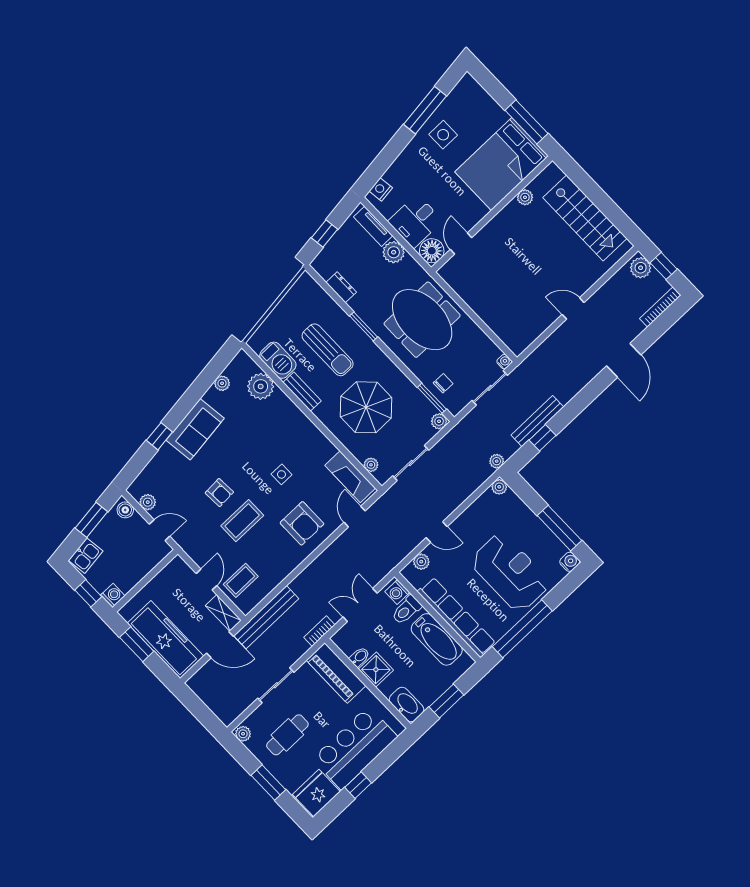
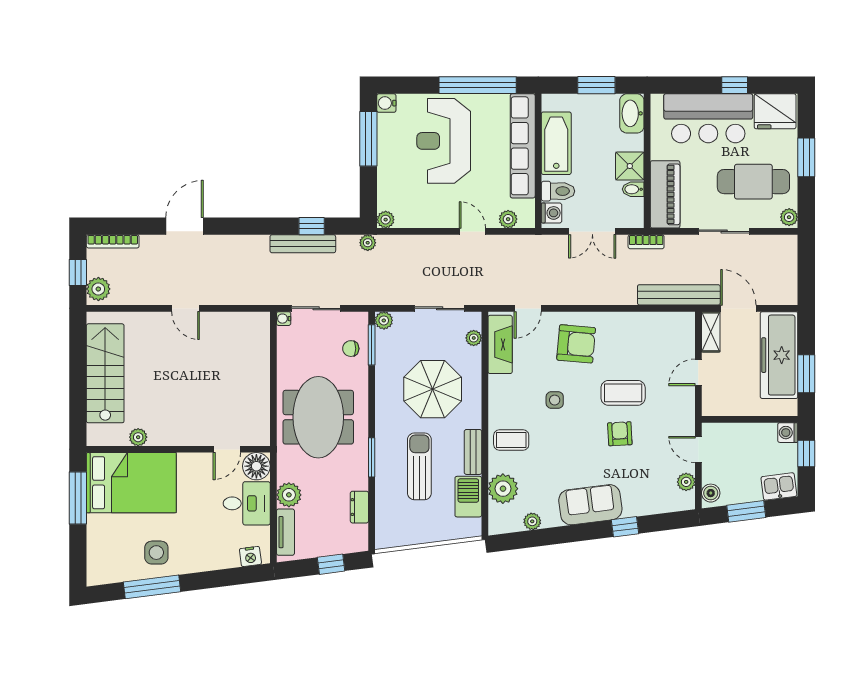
armchair: (302, 523) -> (576, 344), turned 95
coffee table: (241, 580) -> (511, 440), moved
cafe table: (287, 735) -> (753, 182), width x1.37, depth x1.35

